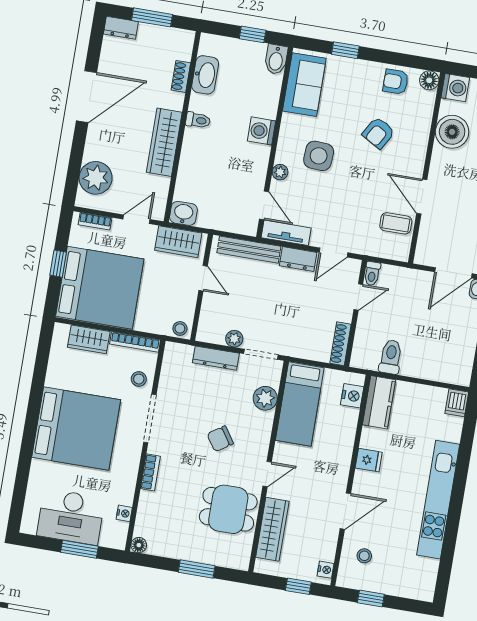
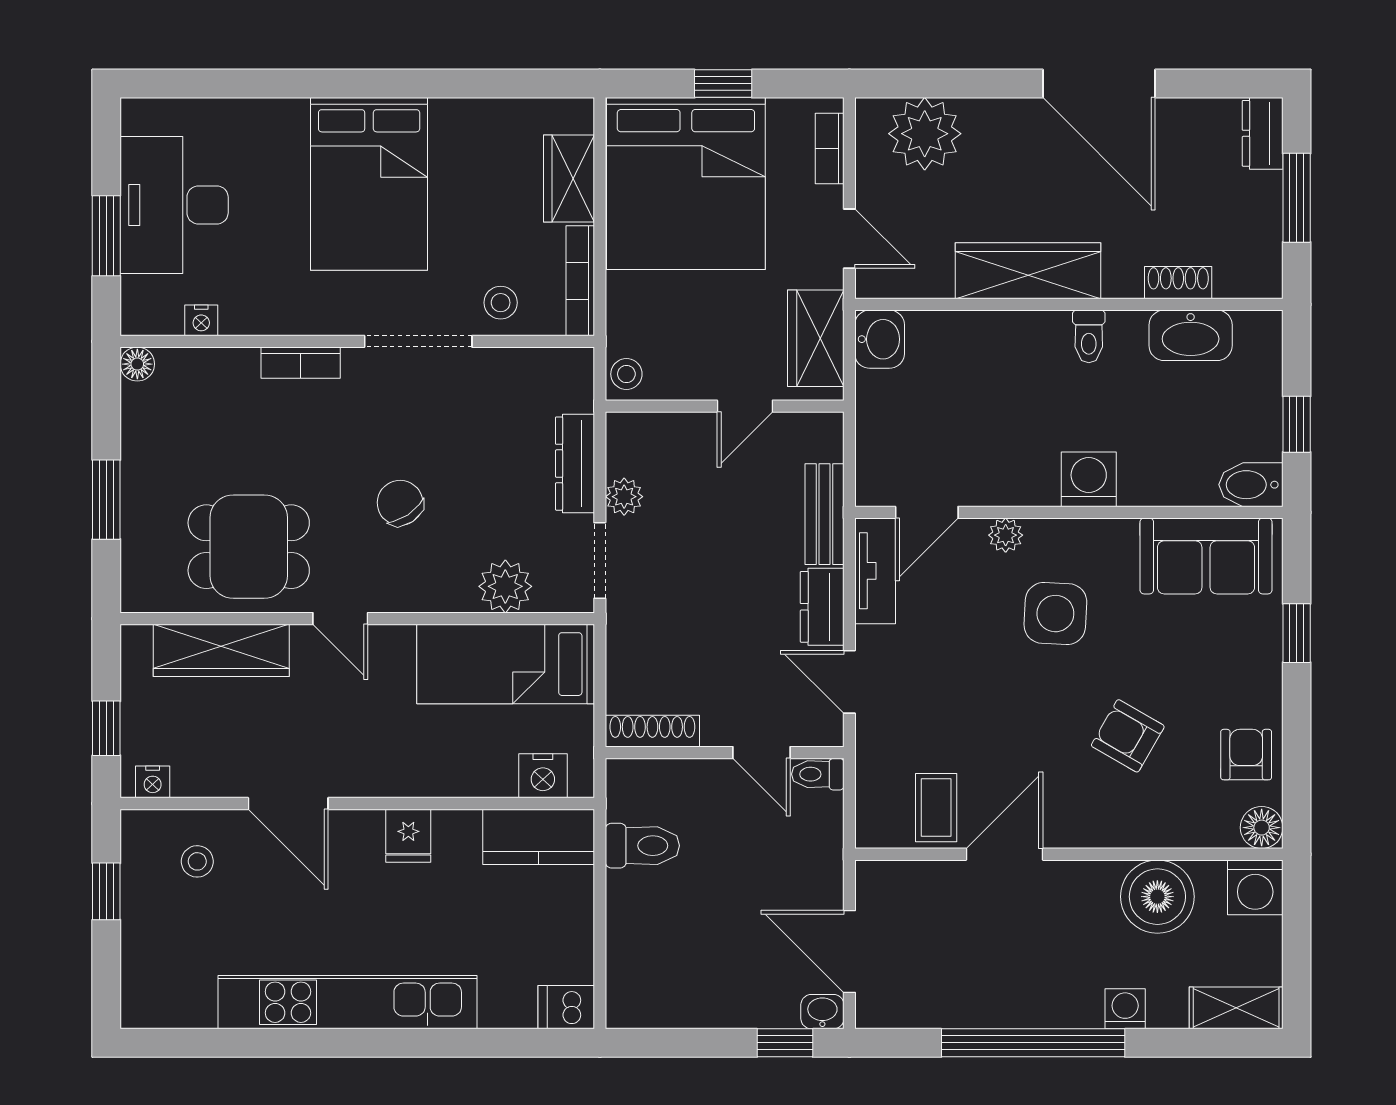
bench: (249, 250) -> (825, 514), width x0.73
bed: (76, 429) -> (369, 184), width x0.73
dining table: (228, 509) -> (249, 547), turned 90

